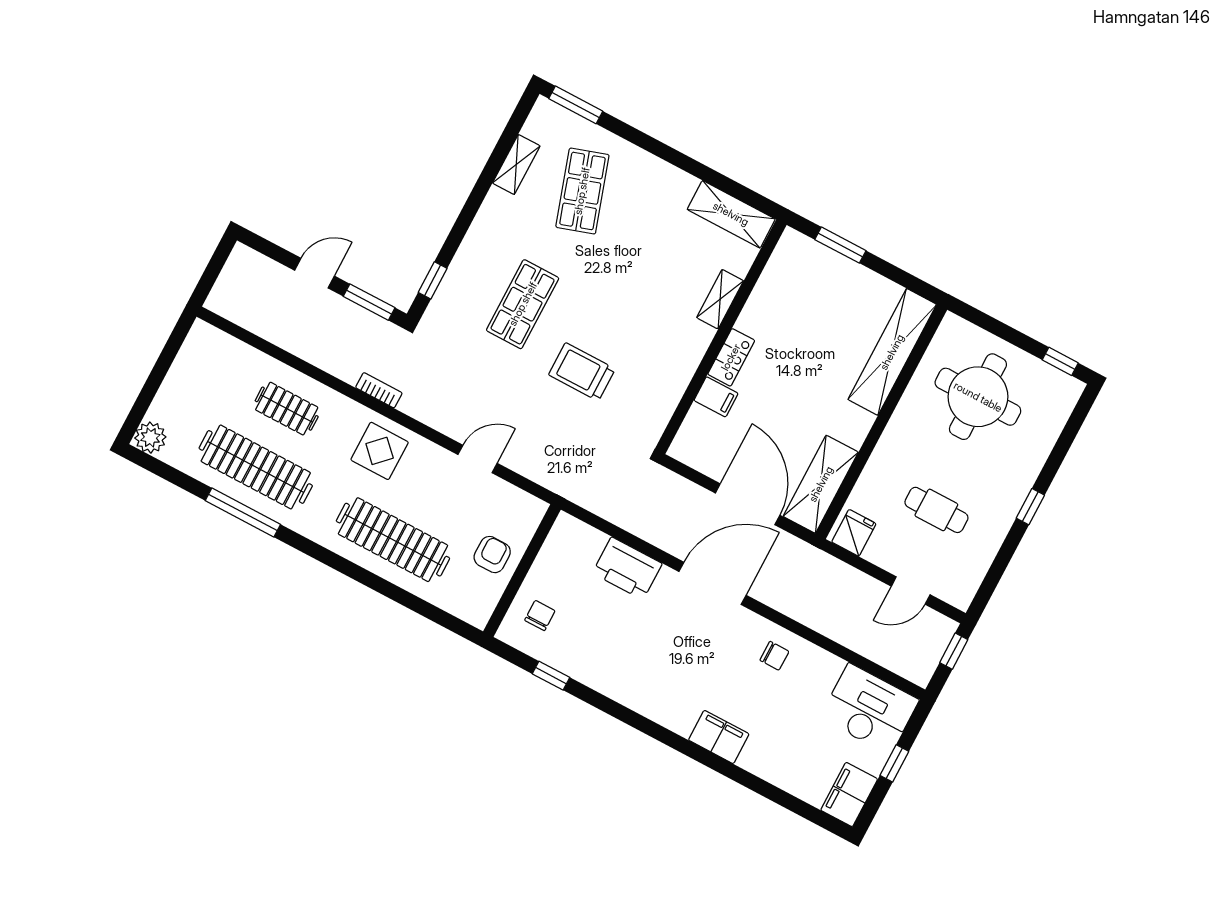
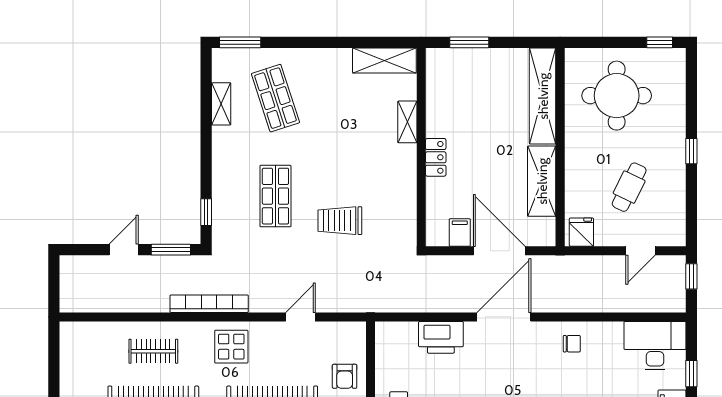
bookcase: (379, 390) -> (209, 304), width x2.31, depth x1.31
filing cabinet: (716, 397) -> (460, 232), moved, turned -90
shelving: (821, 484) -> (542, 181), moved
cafe table: (936, 510) -> (629, 187), turned -64
armchair: (492, 555) -> (345, 376), turned 180

